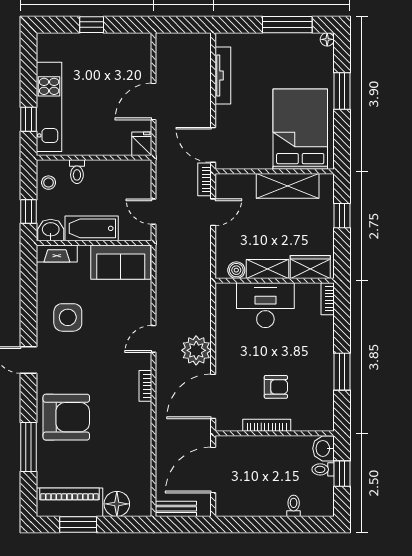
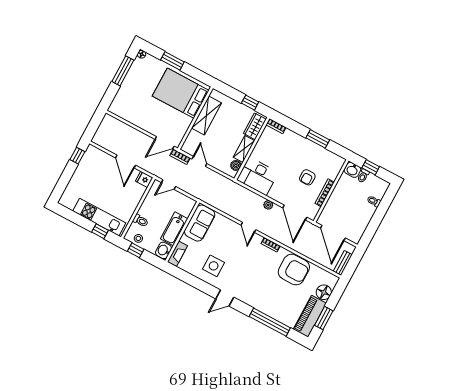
window: (92, 25) -> (77, 156), moved
tv unit: (223, 76) -> (131, 118), removed
window: (29, 211) -> (136, 250), moved
door: (154, 212) -> (168, 185), moved
window: (342, 216) -> (250, 103), moved
desk: (265, 305) -> (258, 176), moved, turned -90
plant: (196, 350) -> (268, 205), width x0.53, depth x0.53
armchair: (276, 387) -> (307, 177), turned 180
armchair: (66, 417) -> (294, 270), moved, turned 90
window: (29, 447) -> (270, 322), width x1.46

